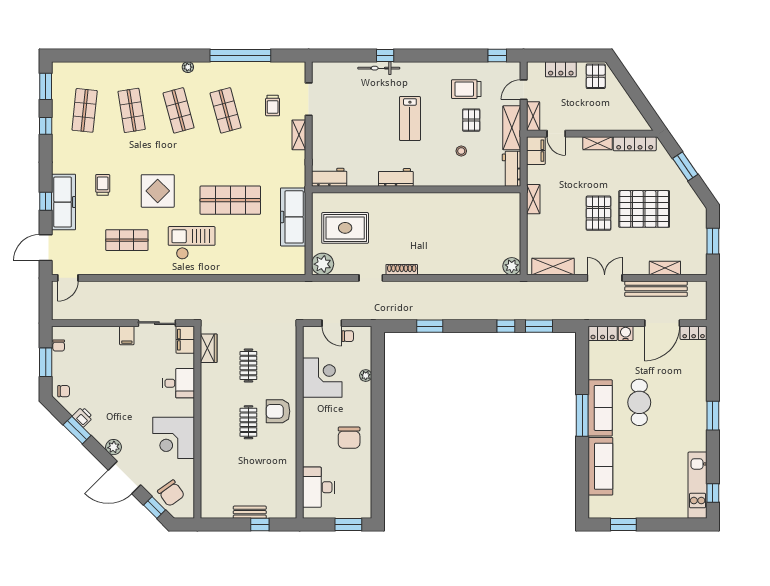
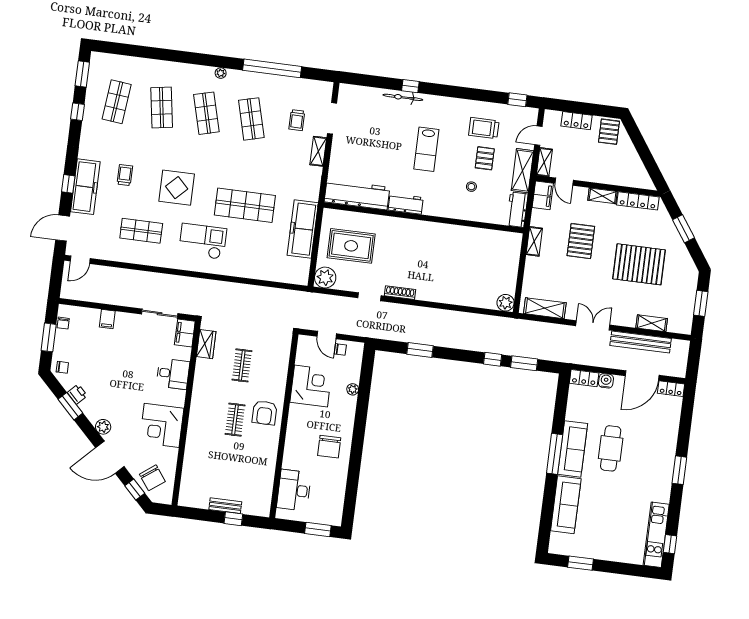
workbench: (329, 177) -> (357, 195), width x1.88, depth x1.32
pallet: (598, 213) -> (581, 241), moved
filing cabinet: (127, 336) -> (107, 319), moved
armchair: (278, 411) -> (265, 413), turned -90

